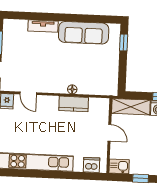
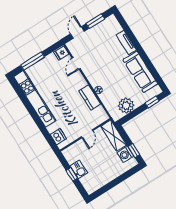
plant: (108, 72) -> (126, 106), added
kitchen sink: (119, 166) -> (79, 169), moved

